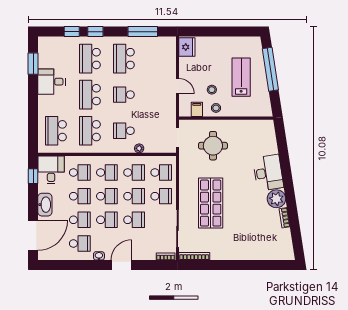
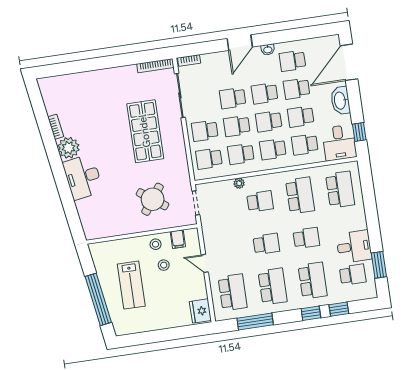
school desk: (56, 59) -> (353, 275), added
school desk: (158, 59) -> (233, 292), added
school desk: (90, 95) -> (306, 238), width x0.54
round table: (213, 146) -> (153, 199), turned 36

